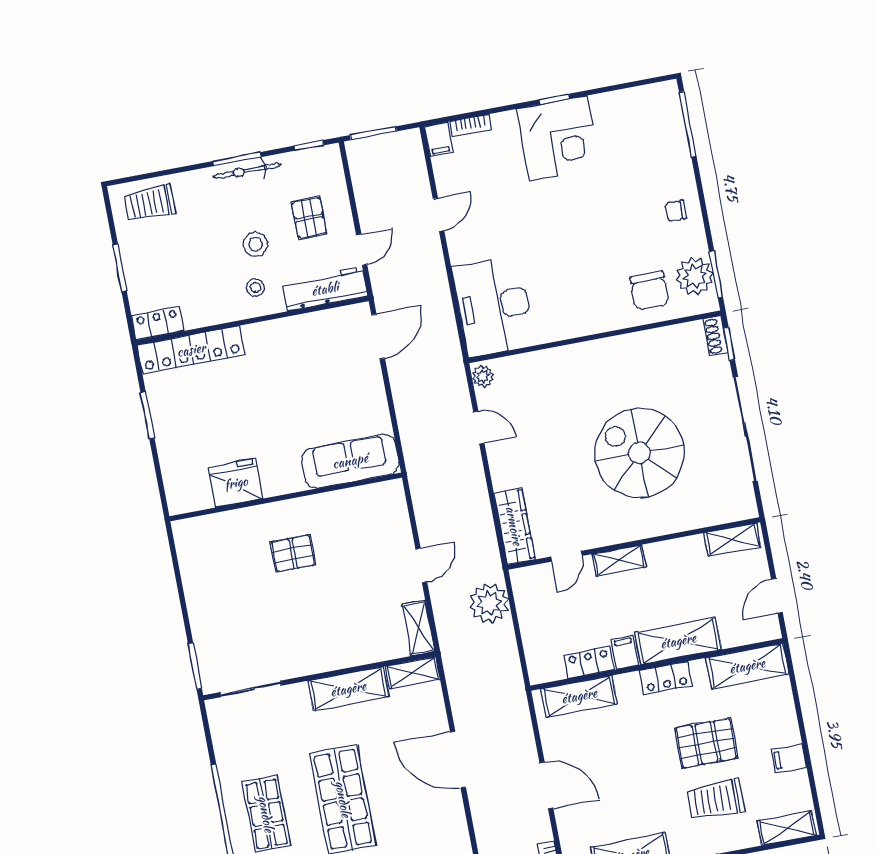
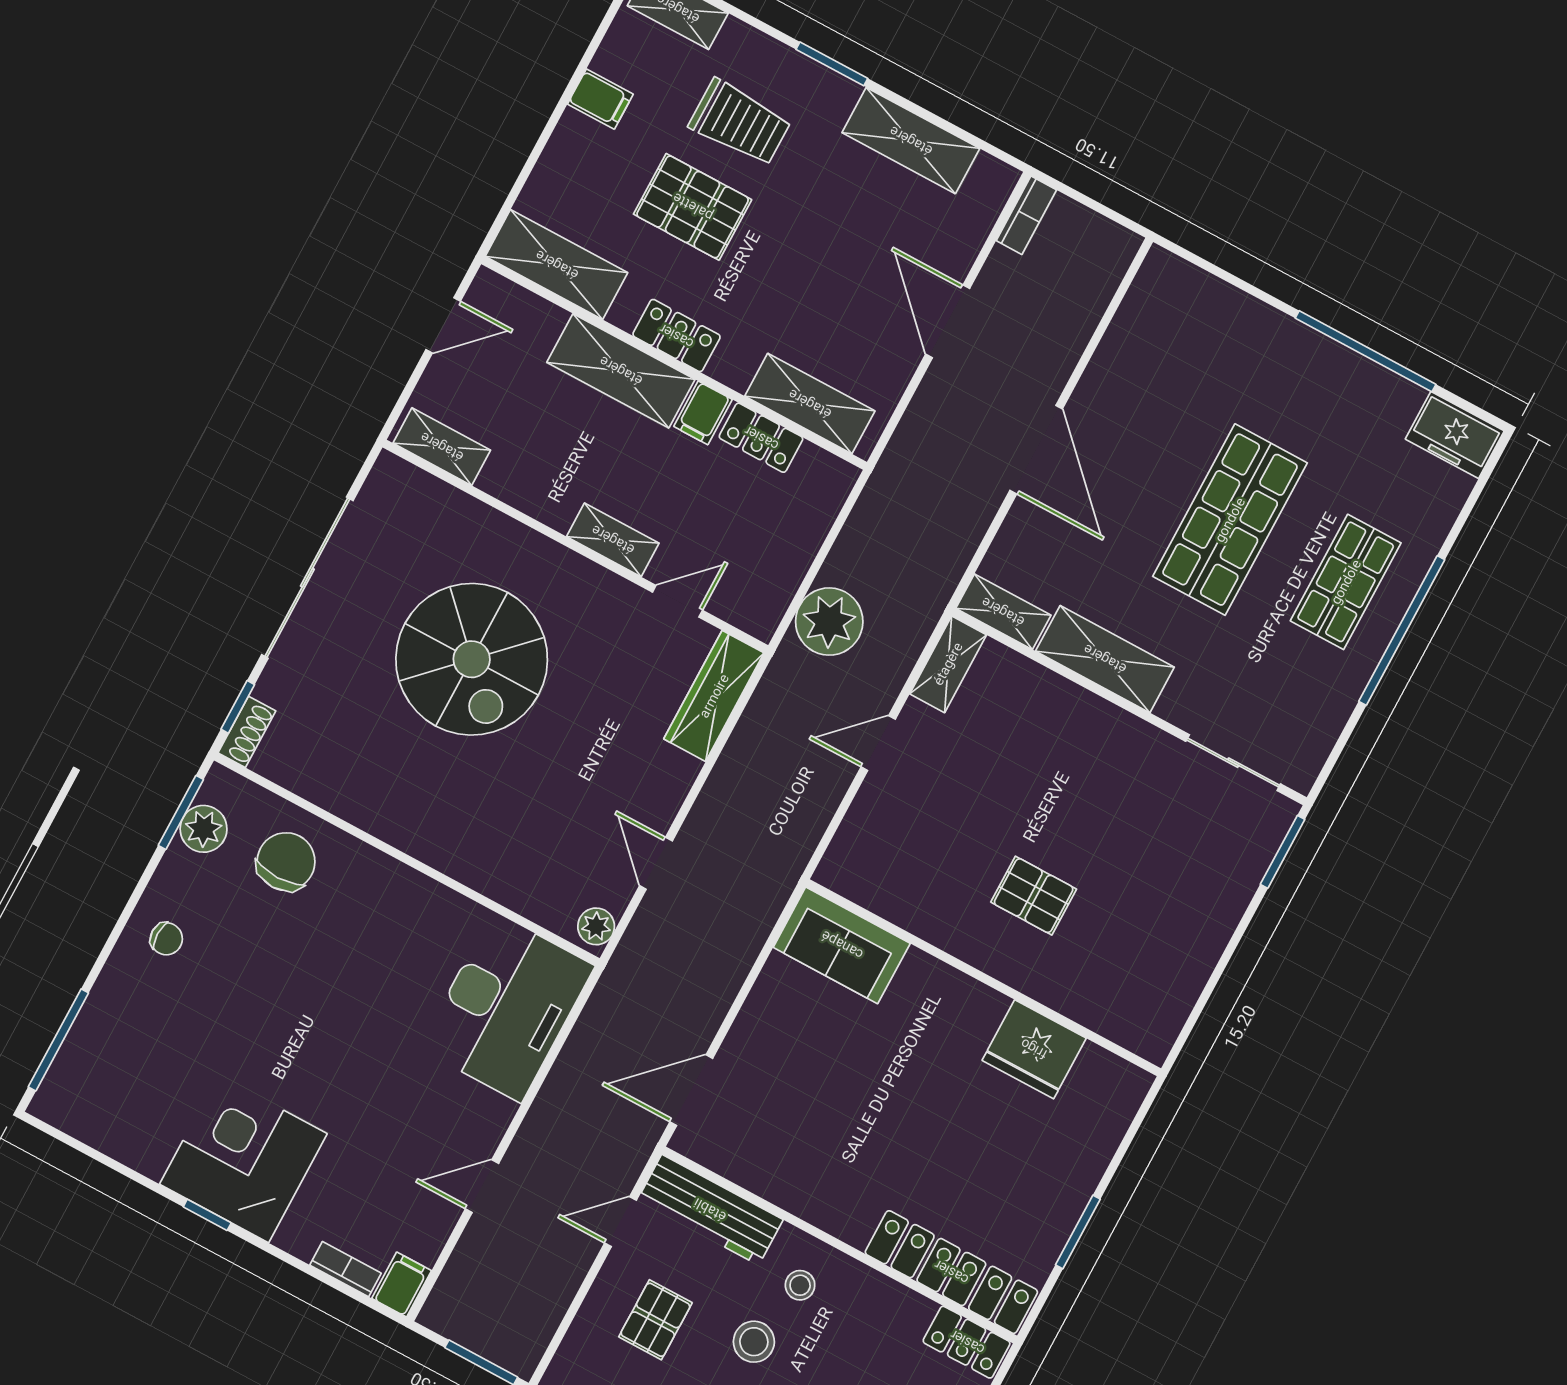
plant: (695, 276) -> (204, 829), width x0.73, depth x0.73
sofa: (350, 461) -> (842, 945), width x0.73

